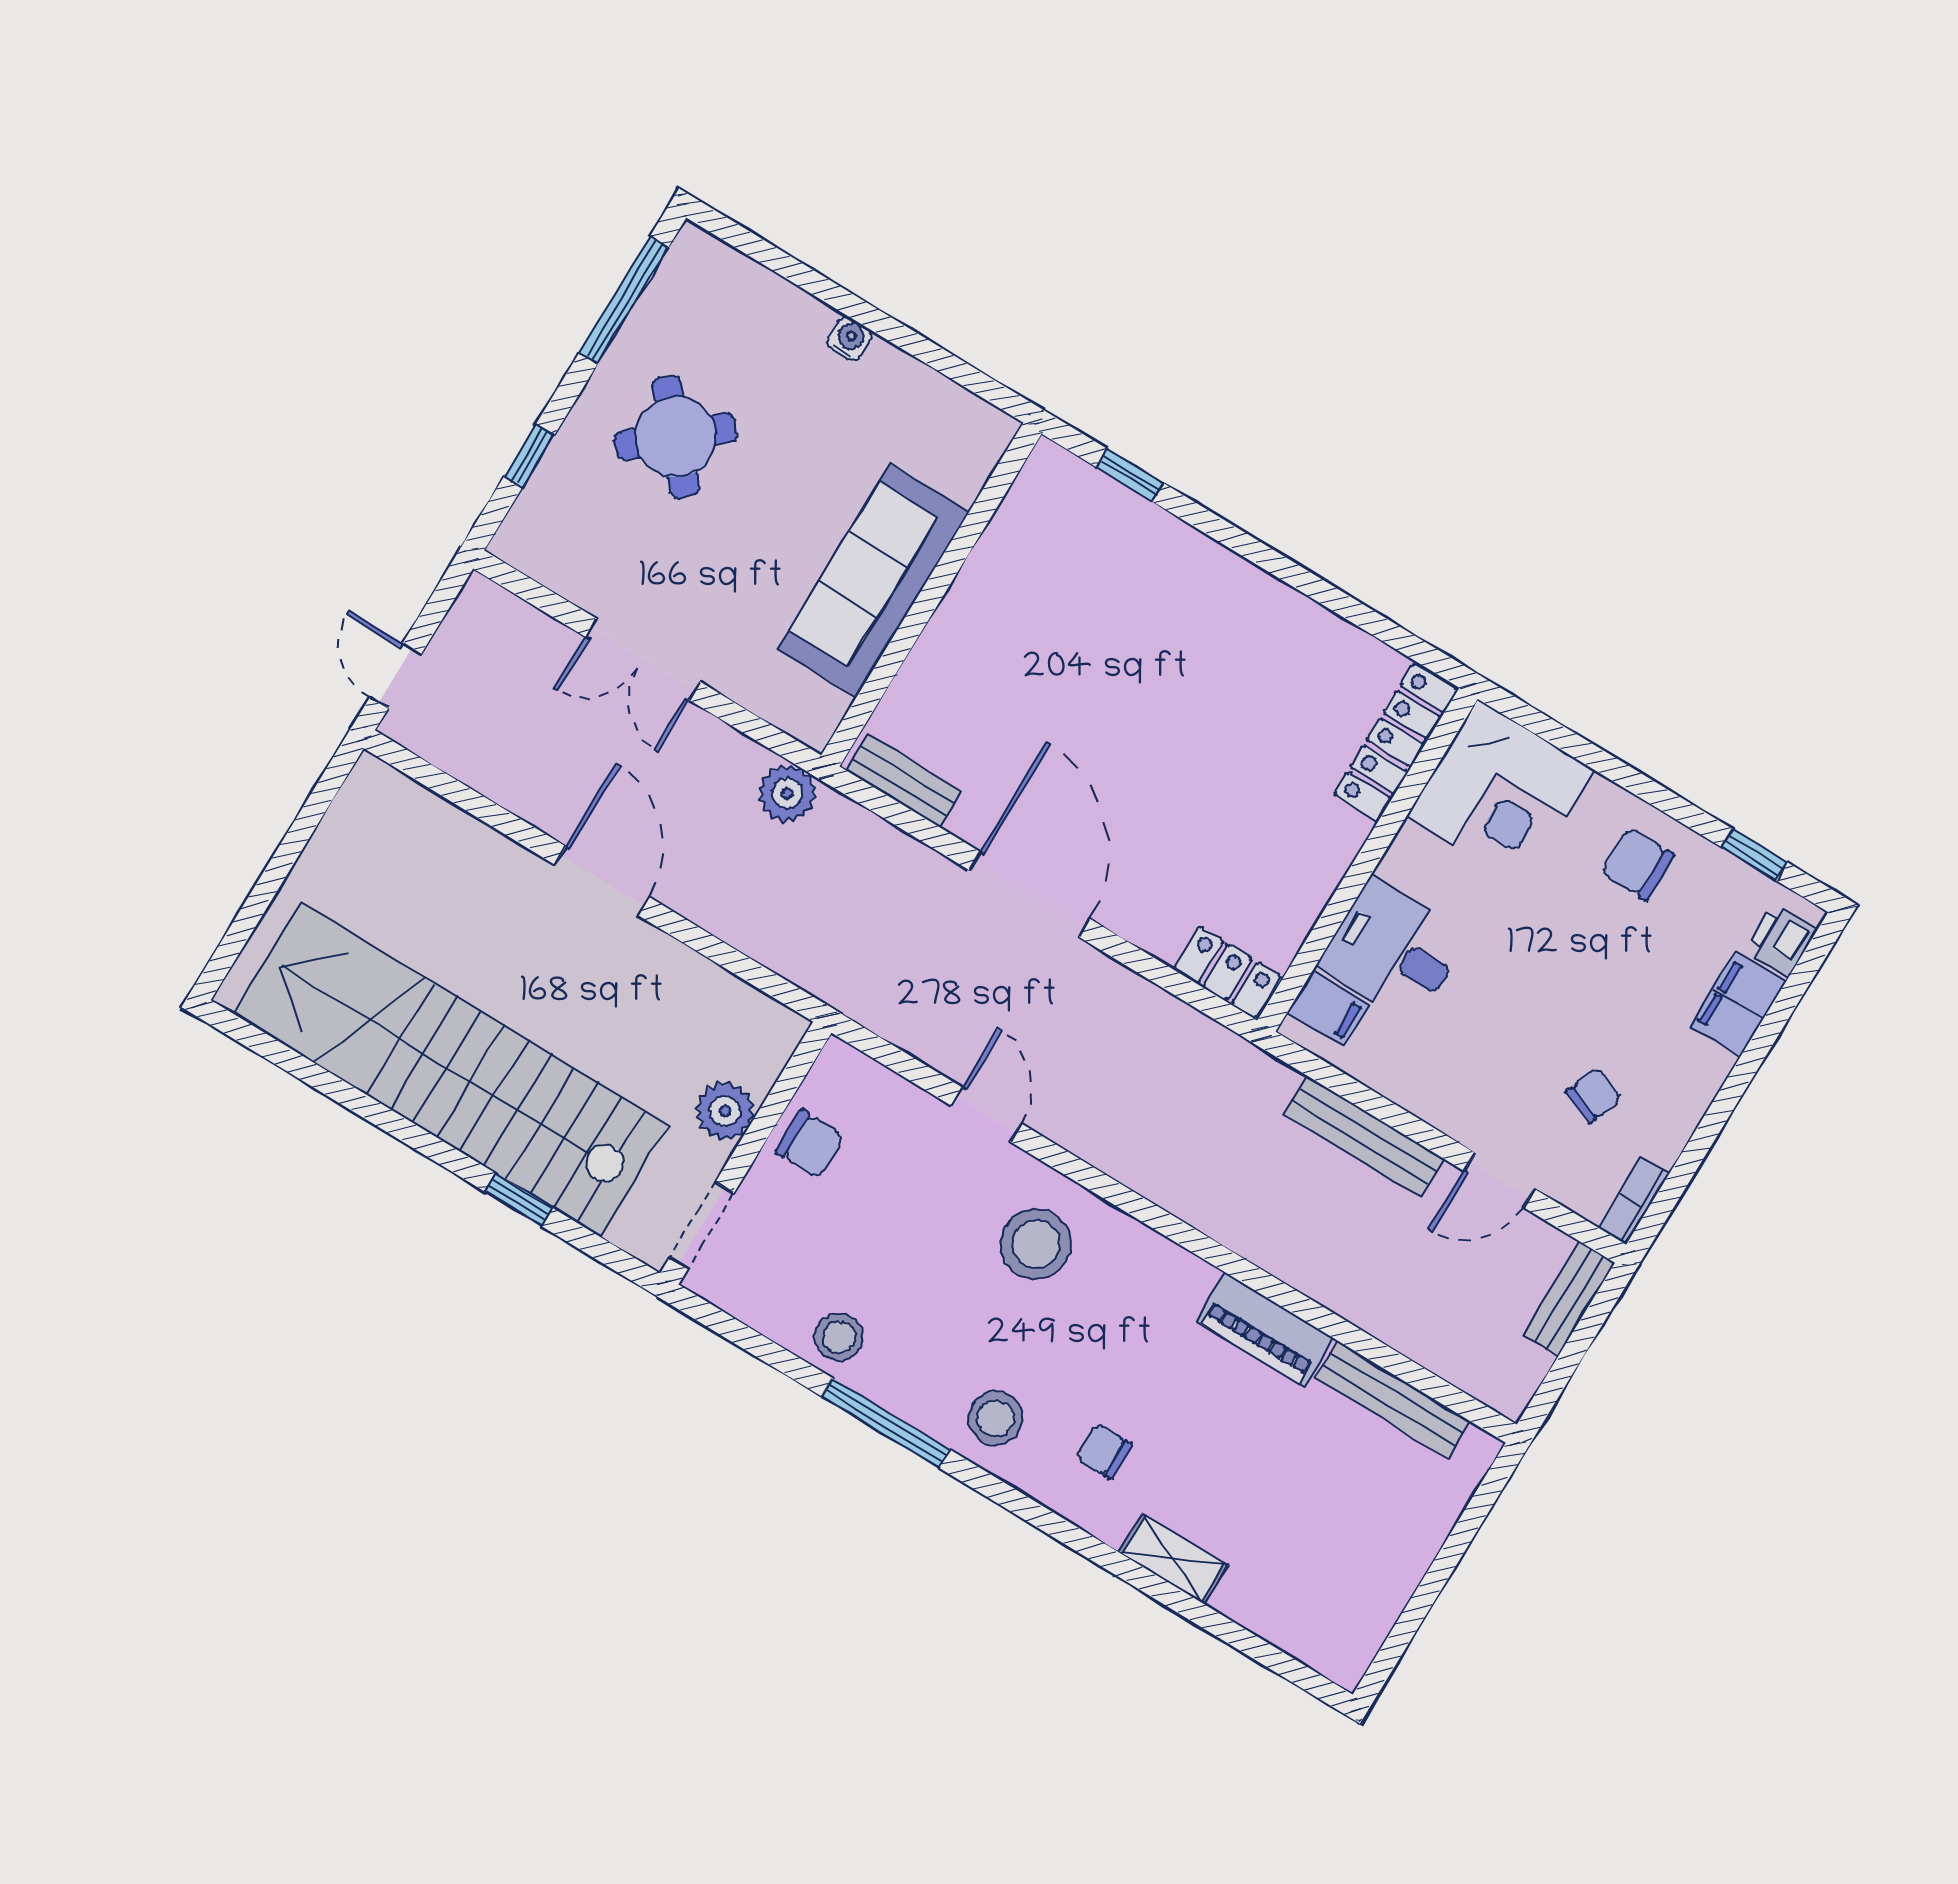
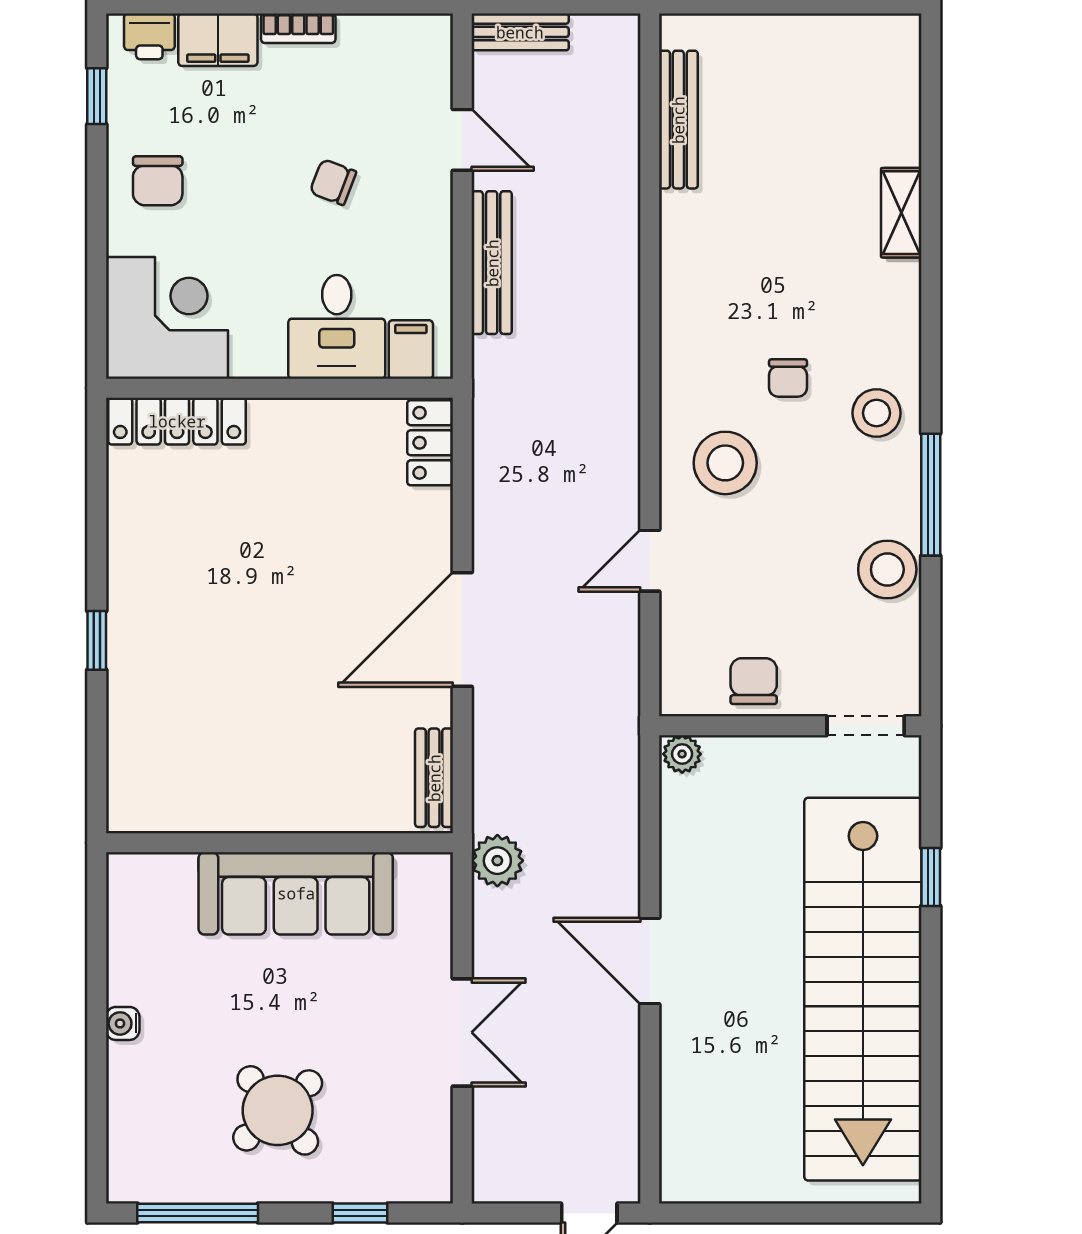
window: (1130, 475) -> (97, 640), moved
door: (602, 881) -> (650, 961), hinge flipped
chair: (1594, 1095) -> (333, 182), moved
plant: (725, 1111) -> (682, 754), moved, width x0.73, depth x0.73
bookcase: (1634, 1201) -> (298, 28), moved
piano: (1265, 1330) -> (684, 249), removed
stool: (839, 1337) -> (887, 569), width x1.38, depth x1.38
chair: (1104, 1451) -> (788, 378), moved

